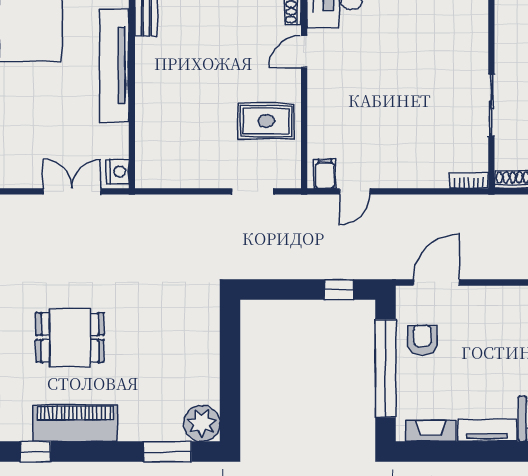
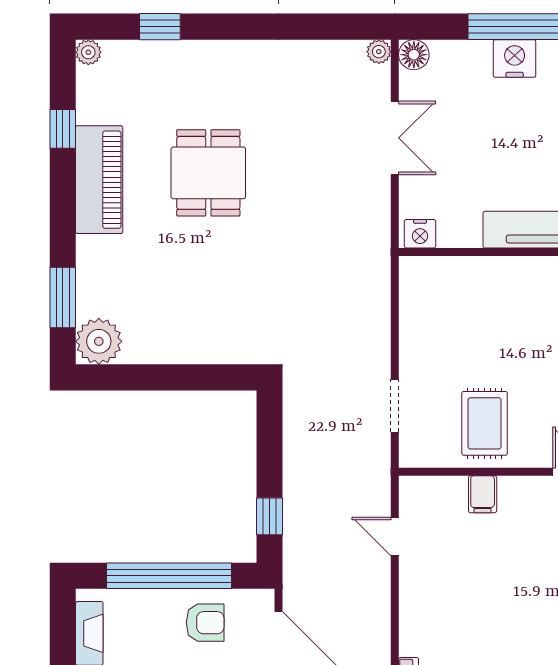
filing cabinet: (325, 174) -> (483, 494), moved, turned 90
double door: (72, 191) -> (395, 138), moved

